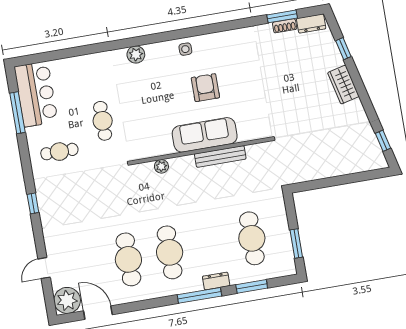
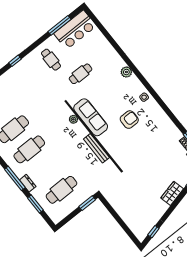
sofa: (205, 135) -> (91, 117), moved
window: (296, 244) -> (87, 203), moved

